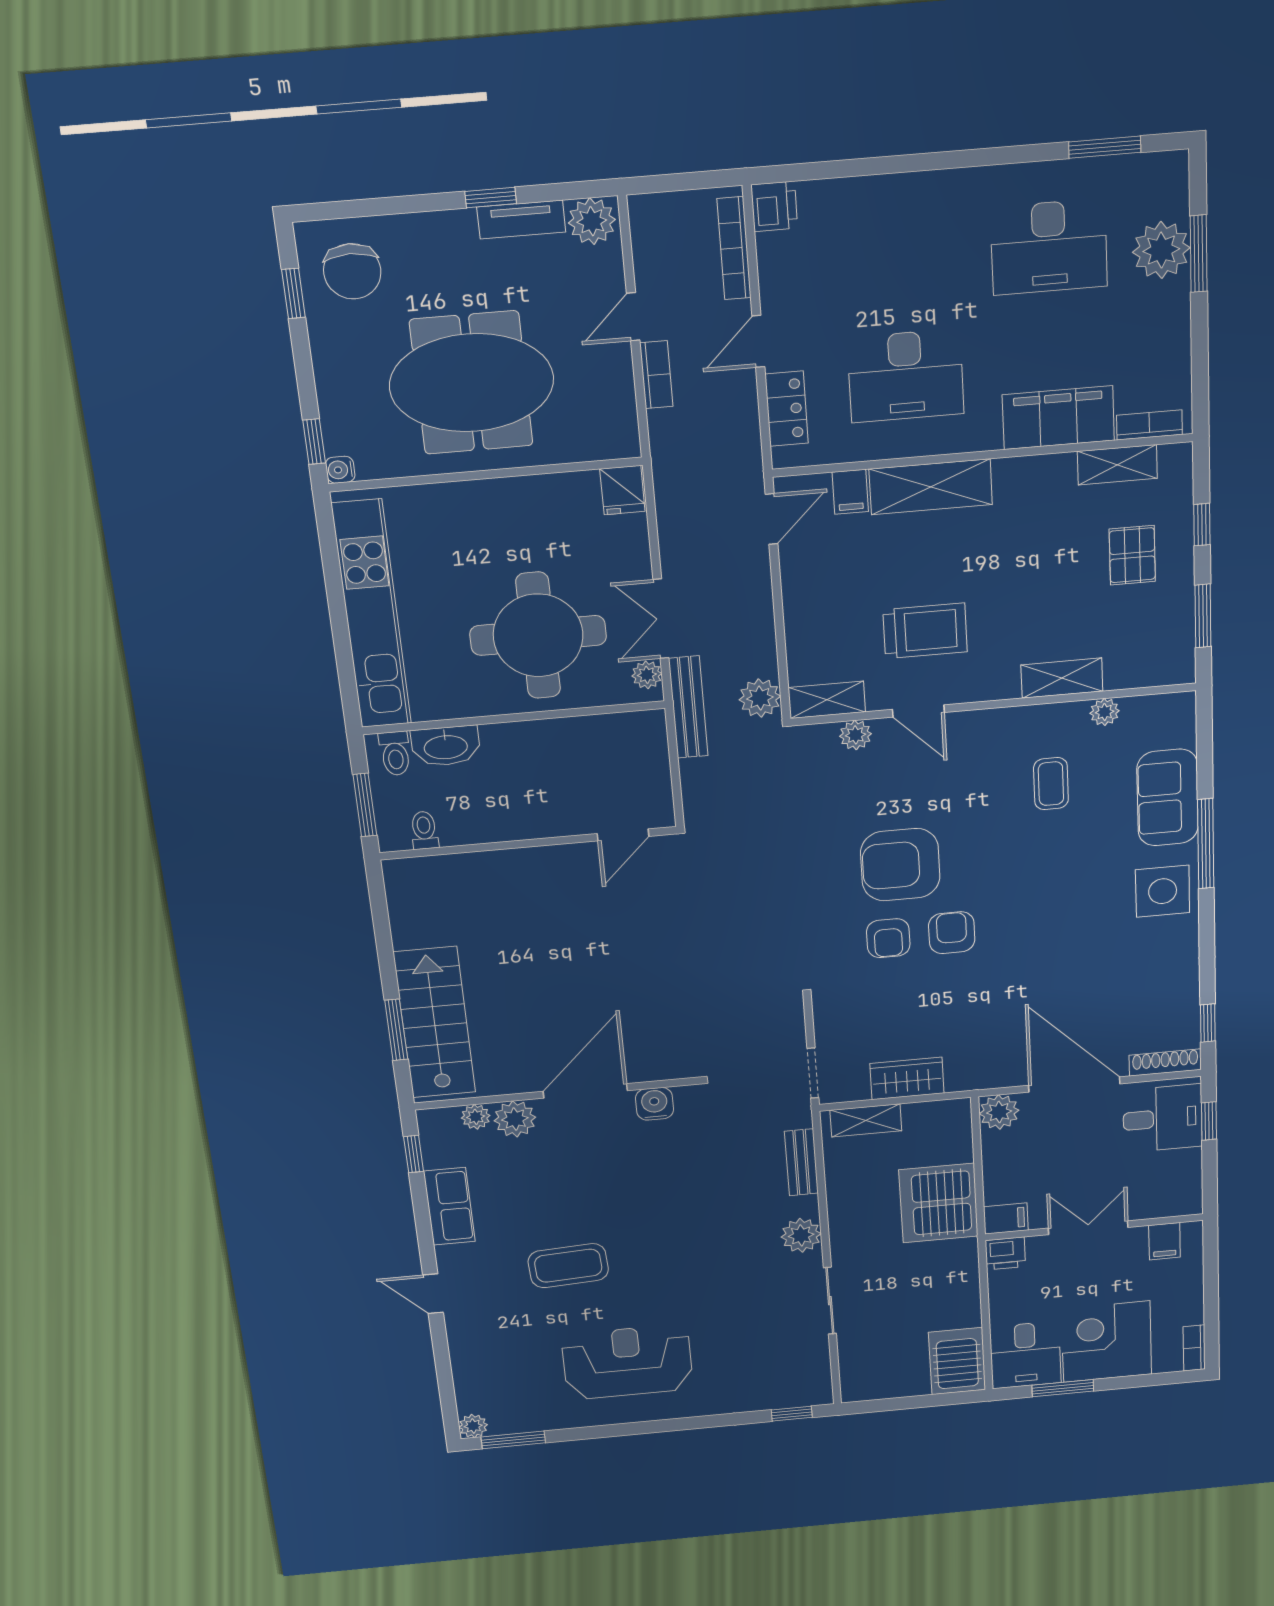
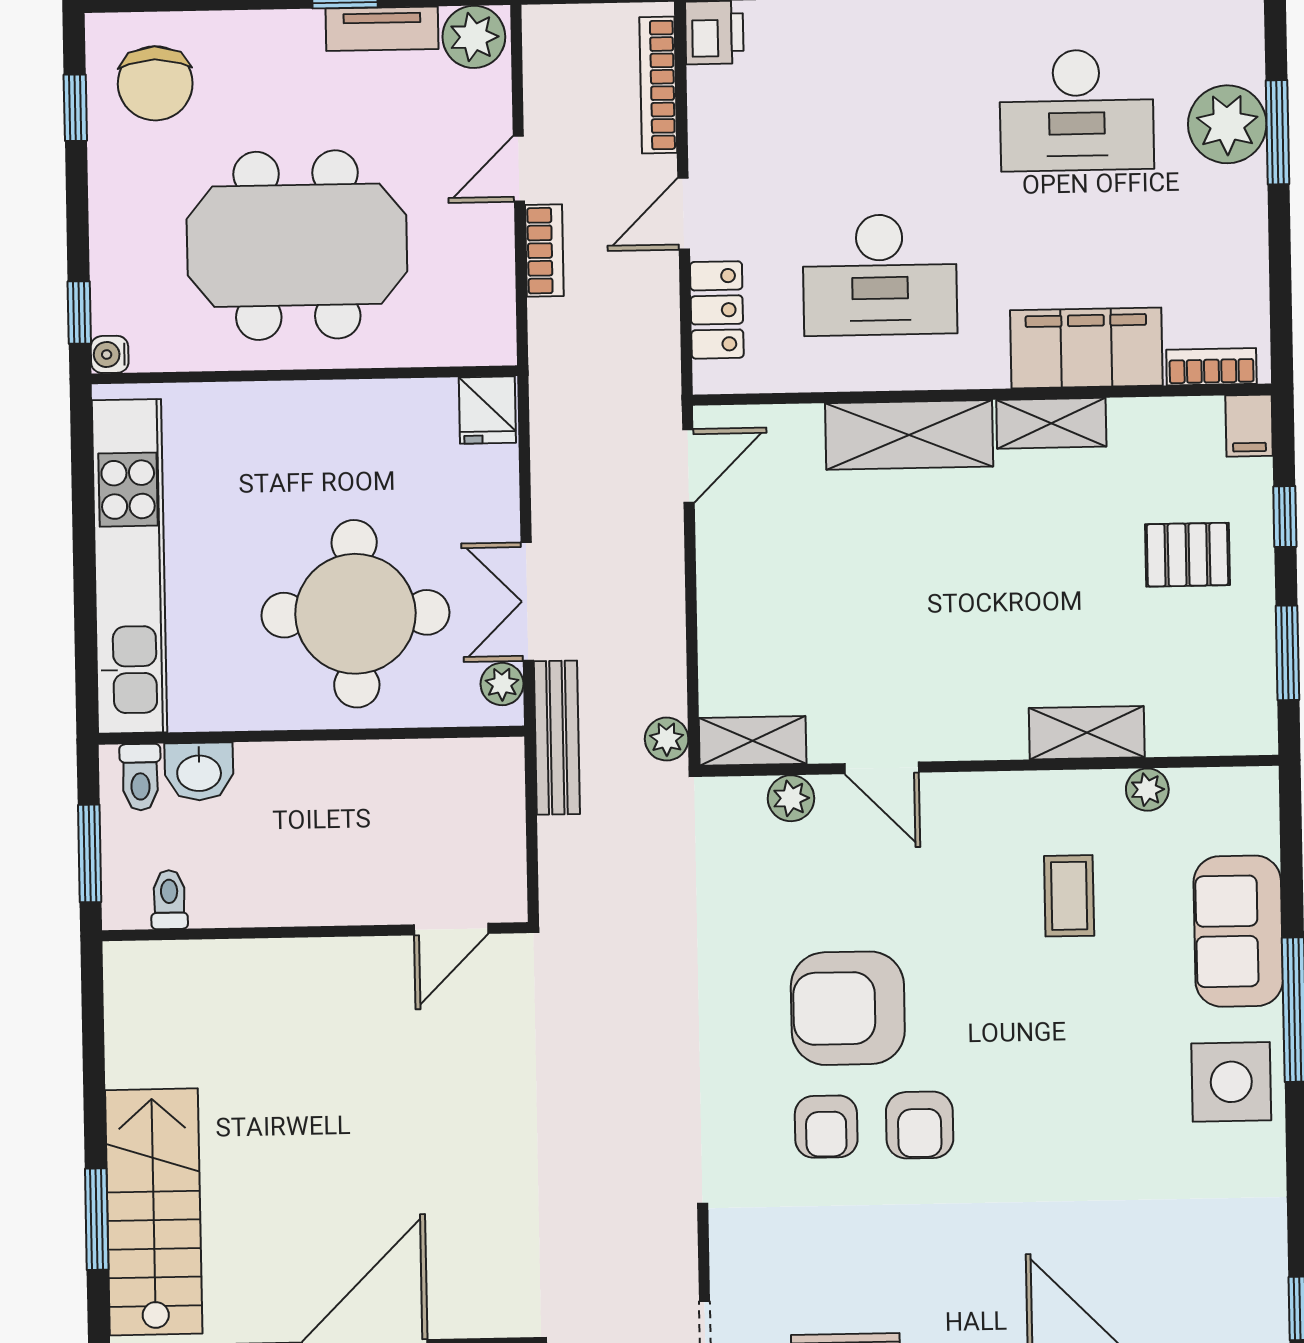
shelving: (1117, 465) -> (1051, 423), moved
filing cabinet: (850, 492) -> (1249, 426), moved
pallet: (1132, 555) -> (1187, 555), turned 90
trolley: (925, 631) -> (895, 646), removed
plant: (760, 698) -> (667, 739), width x0.73, depth x0.73
washbasin: (446, 746) -> (199, 772), width x0.72
armchair: (952, 933) -> (920, 1125), turned 180

